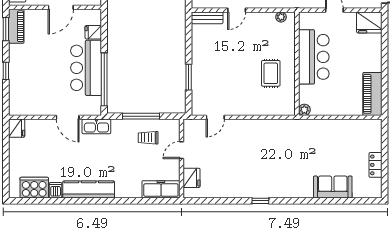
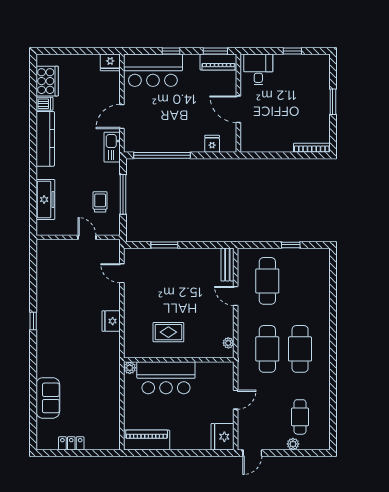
bar counter: (314, 57) -> (166, 378), moved
bar counter: (86, 68) -> (153, 70), moved, turned 180
fridge: (192, 178) -> (111, 321), moved, turned 90
freezer: (161, 189) -> (45, 200), moved

